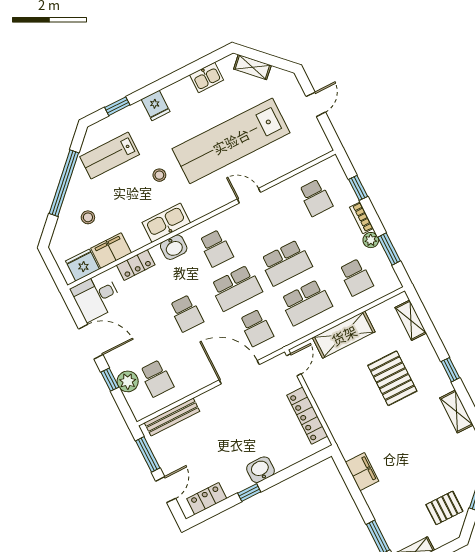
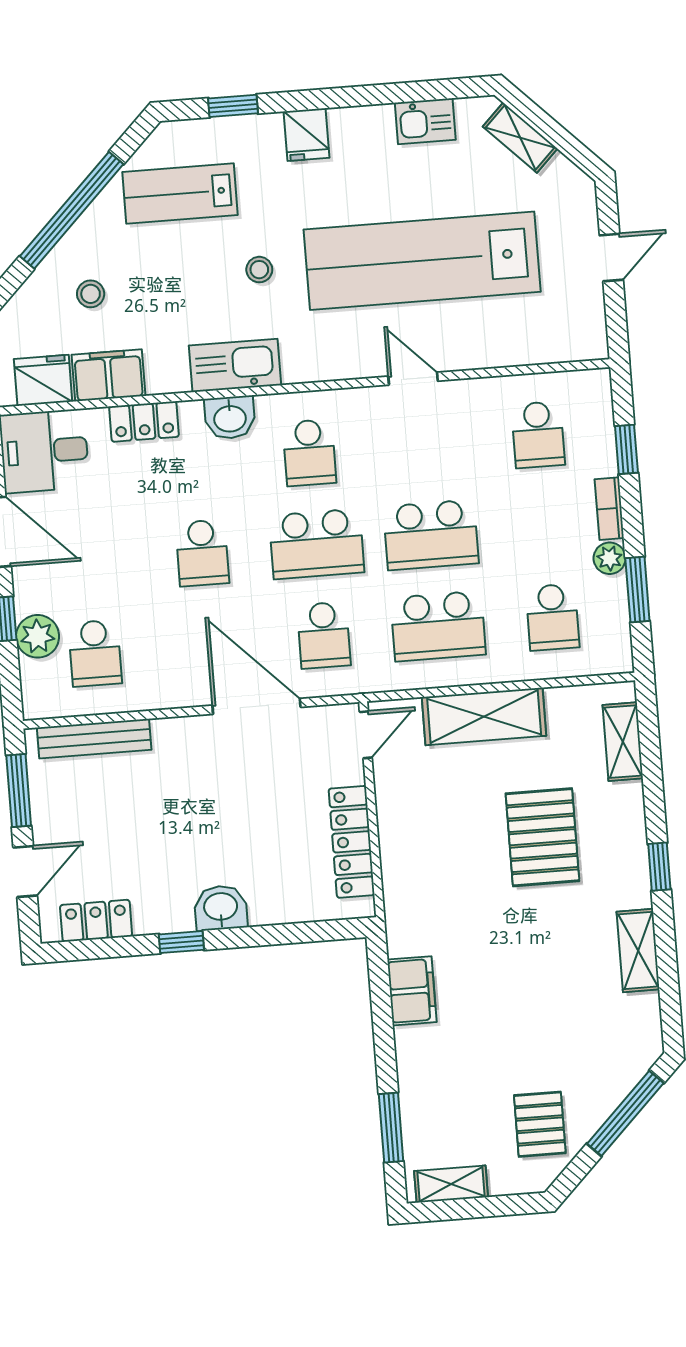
pallet: (444, 508) -> (540, 1124), turned 90

